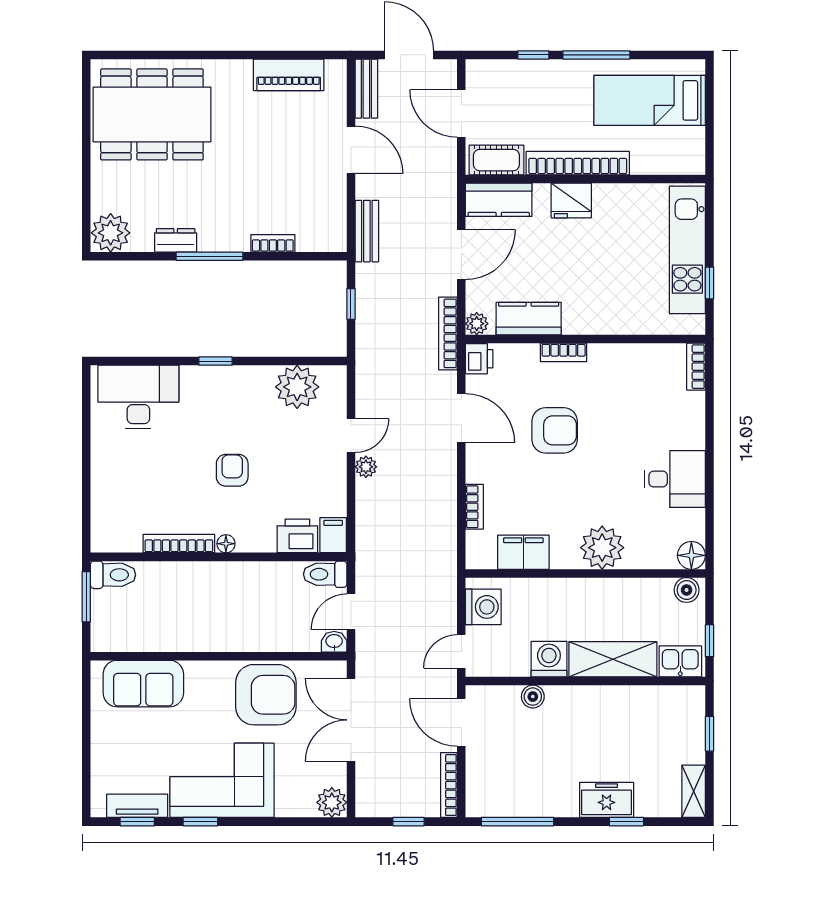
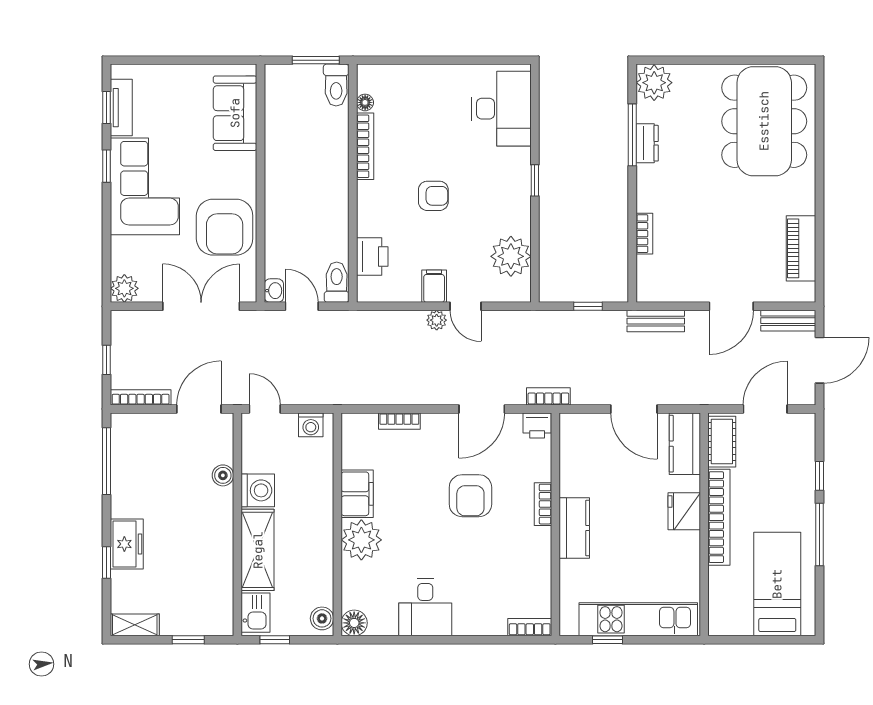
window: (210, 256) -> (632, 135), moved
kitchen counter: (529, 319) -> (574, 528), moved
plant: (477, 324) -> (570, 423), removed
bookcase: (448, 333) -> (548, 396), width x0.64
filing cabinet: (333, 535) -> (434, 286), moved, turned -90
floor lamp: (226, 544) -> (365, 102), moved
filing cabinet: (523, 552) -> (357, 494), moved
washing machine: (483, 607) -> (311, 425), width x0.73, depth x0.73

